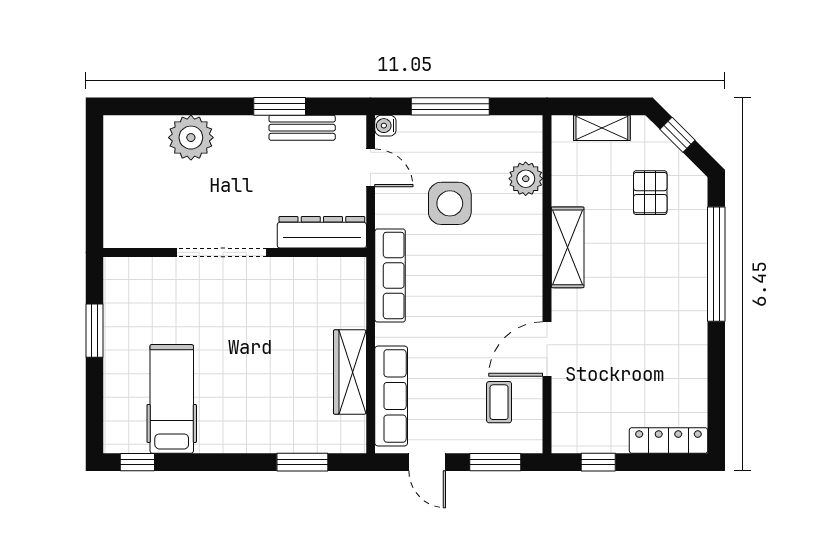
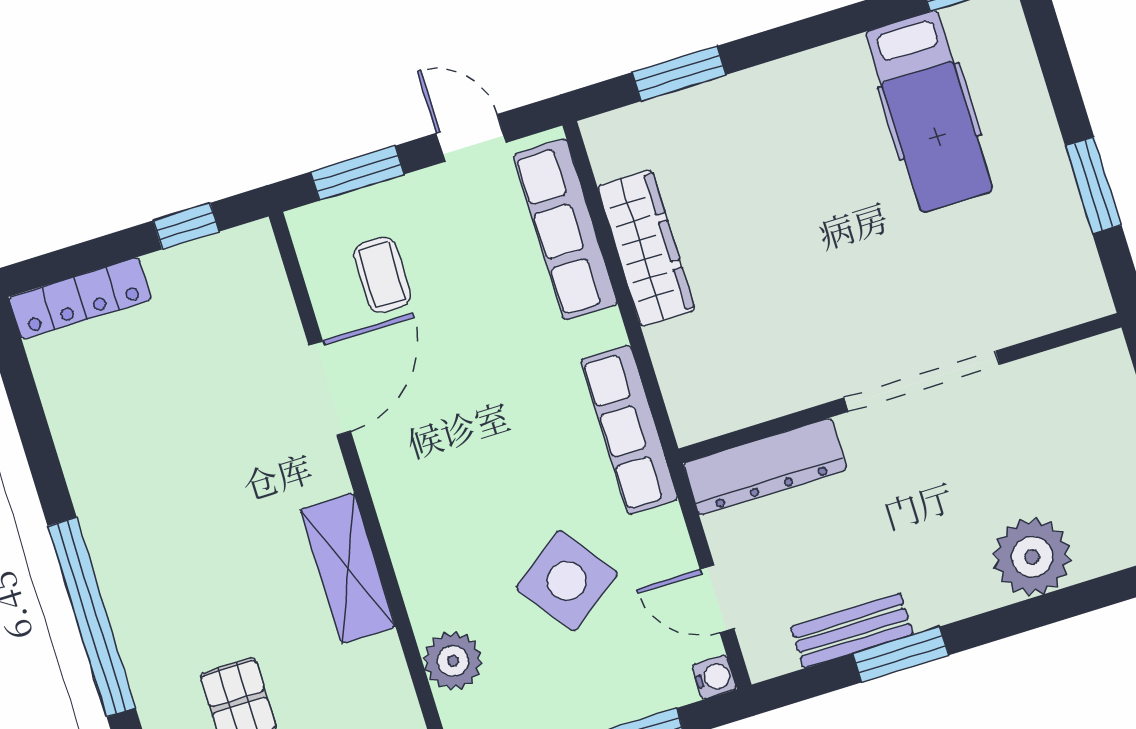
side table: (450, 203) -> (567, 581), turned -36

